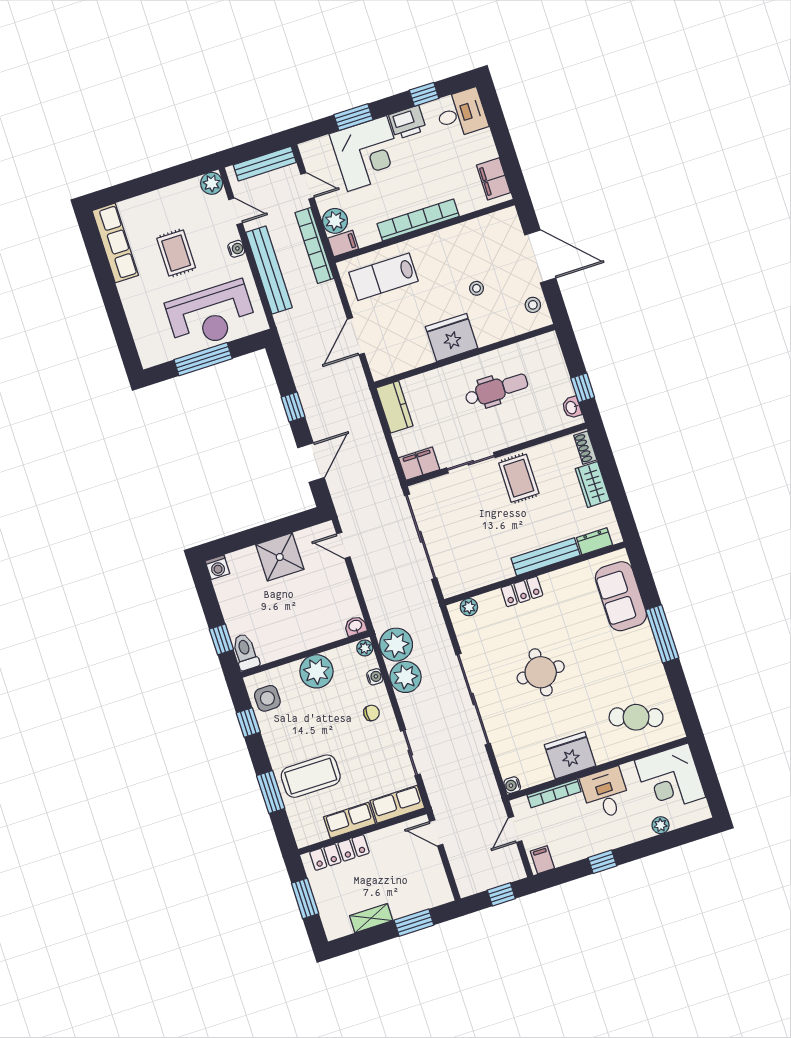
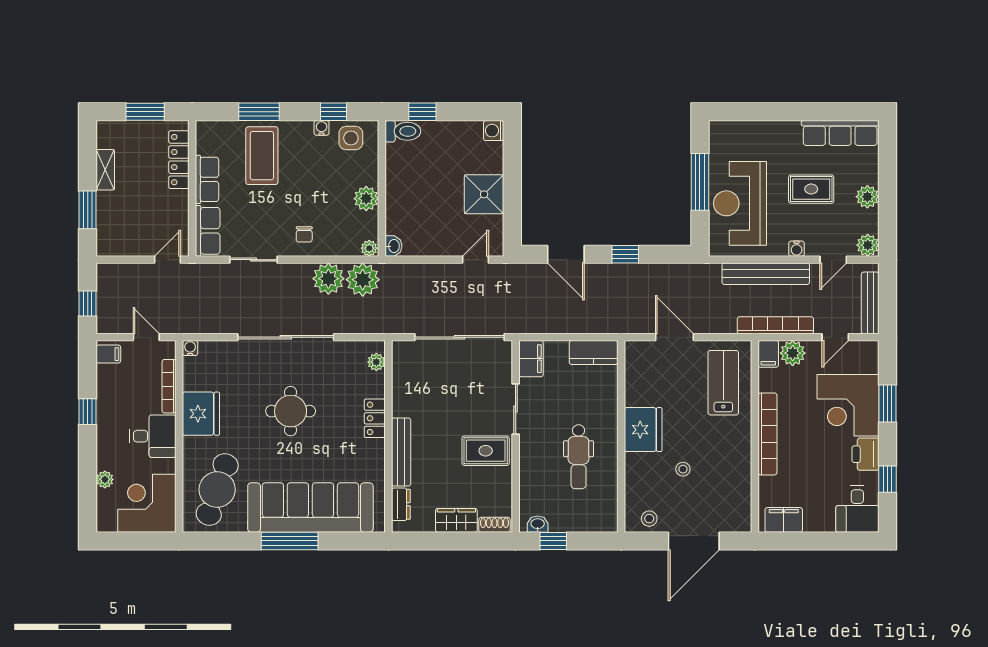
plant: (166, 198) -> (867, 197), added
sofa: (621, 596) -> (310, 507), width x1.85, depth x1.27
plant: (316, 671) -> (366, 199), width x0.73, depth x0.73
water cooler: (375, 677) -> (322, 128), moved, turned 180
cafe table: (636, 717) -> (217, 490), width x1.37, depth x1.35

